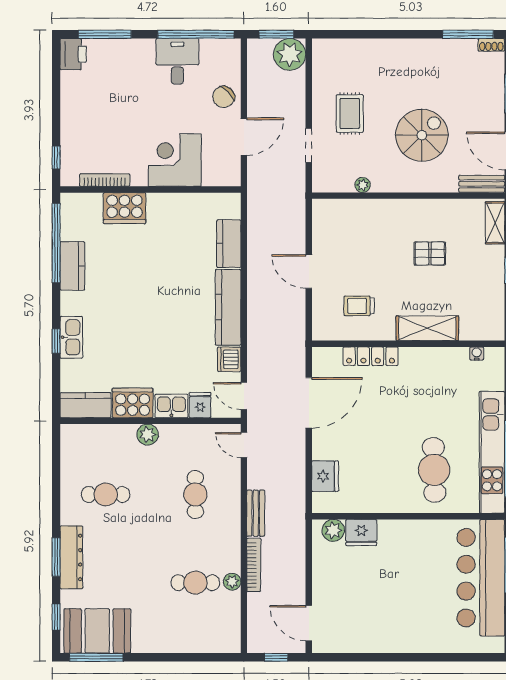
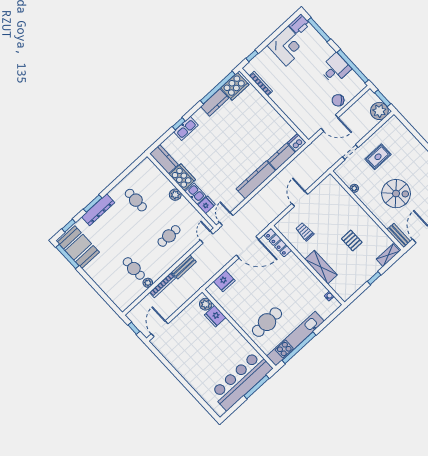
corner desk: (175, 160) -> (287, 46), moved, turned 90
cooker: (124, 208) -> (235, 86), moved, turned -90
locker: (371, 356) -> (278, 243), moved
dishwasher: (229, 359) -> (297, 143), moved

